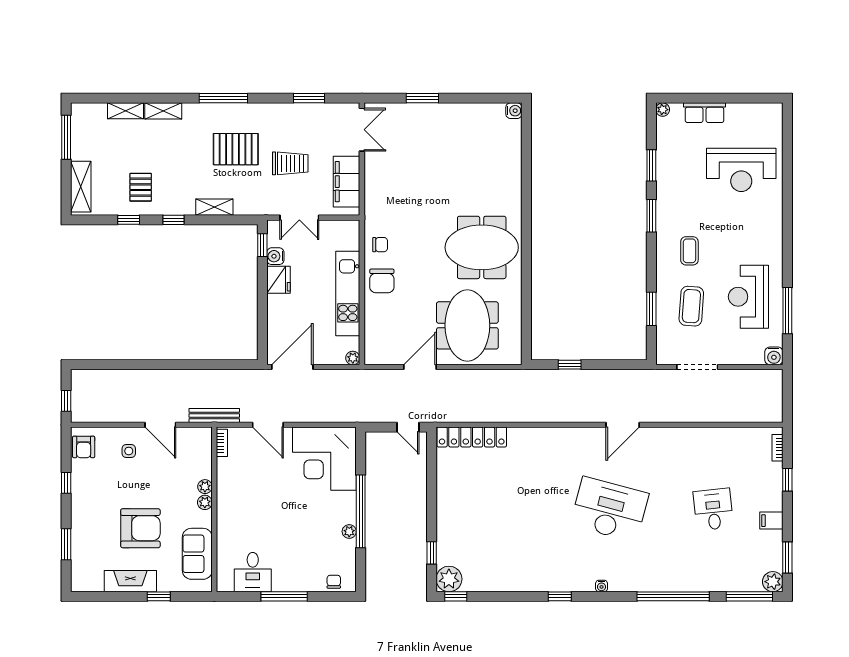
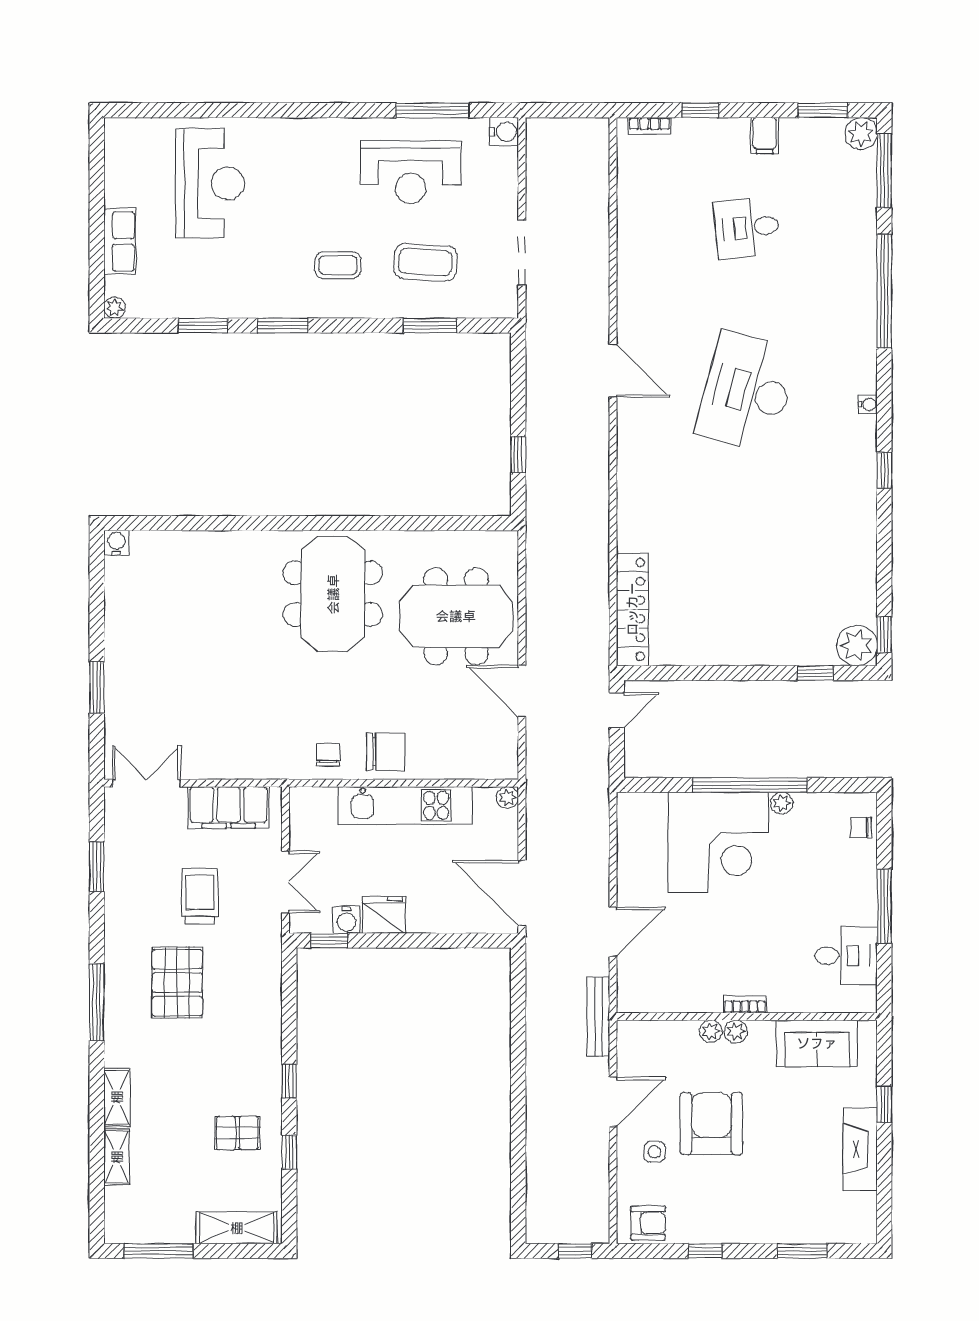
shelving: (214, 207) -> (269, 1016), removed
bookcase: (222, 443) -> (745, 1005), moved
corner desk: (324, 459) -> (718, 842), moved
armchair: (140, 528) -> (711, 1124), moved

